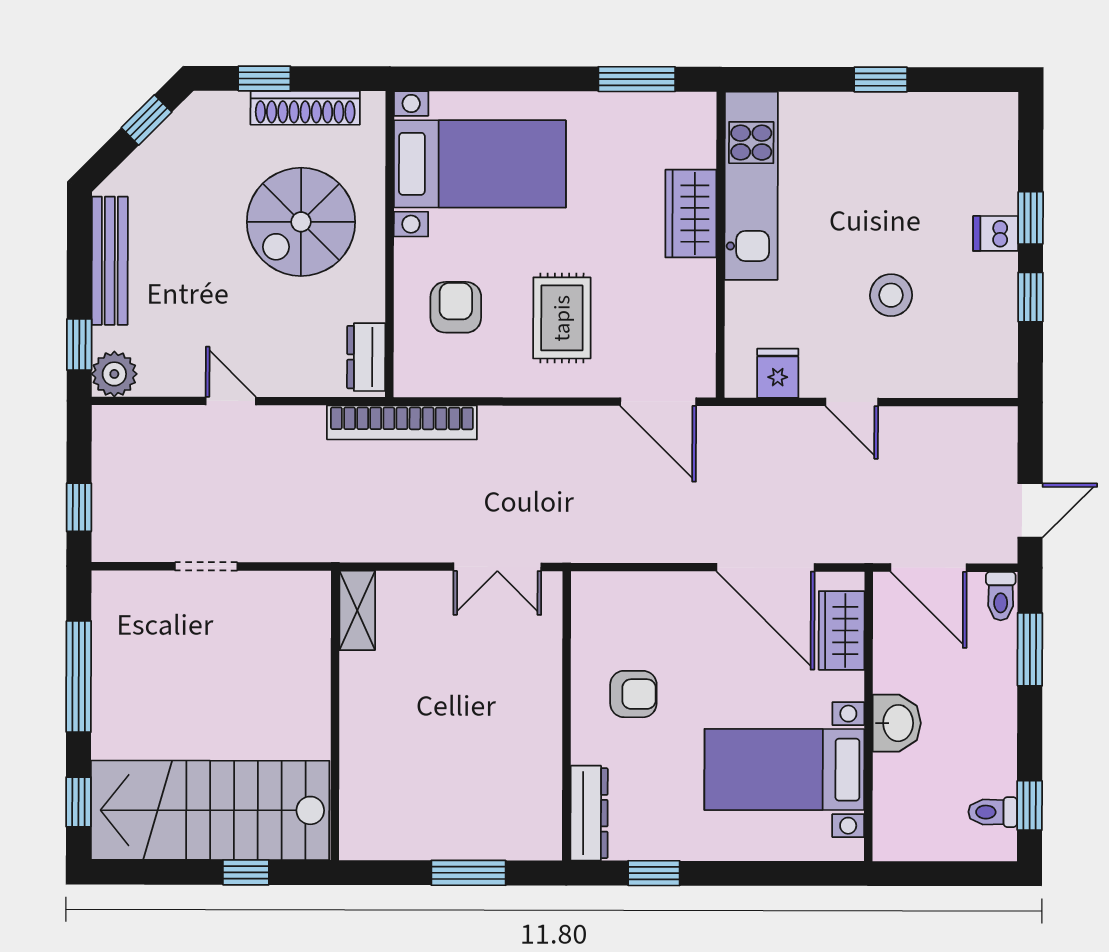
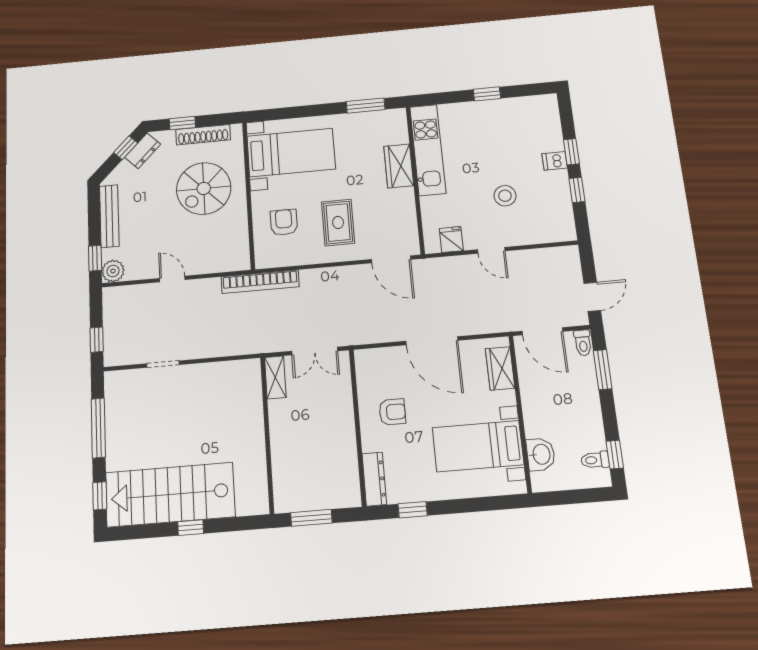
dresser: (366, 357) -> (143, 151), moved, turned -135
door: (765, 567) -> (432, 341), moved
shelving: (357, 610) -> (275, 377), moved
wall: (335, 715) -> (267, 434), moved
washbasin: (897, 723) -> (541, 454), moved

